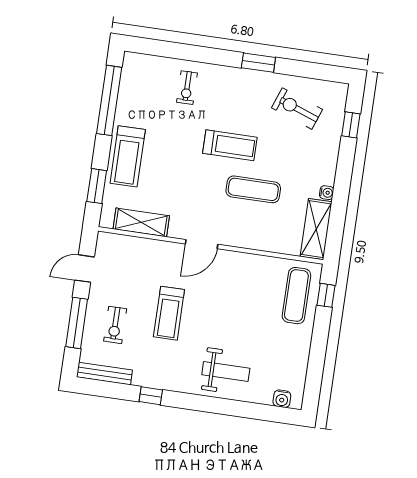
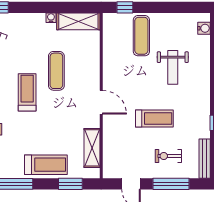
exercise mat: (296, 296) -> (141, 36), moved, turned 90
exercise bike: (115, 325) -> (168, 156), turned 180
weight bench: (226, 372) -> (173, 67), moved, turned 180

